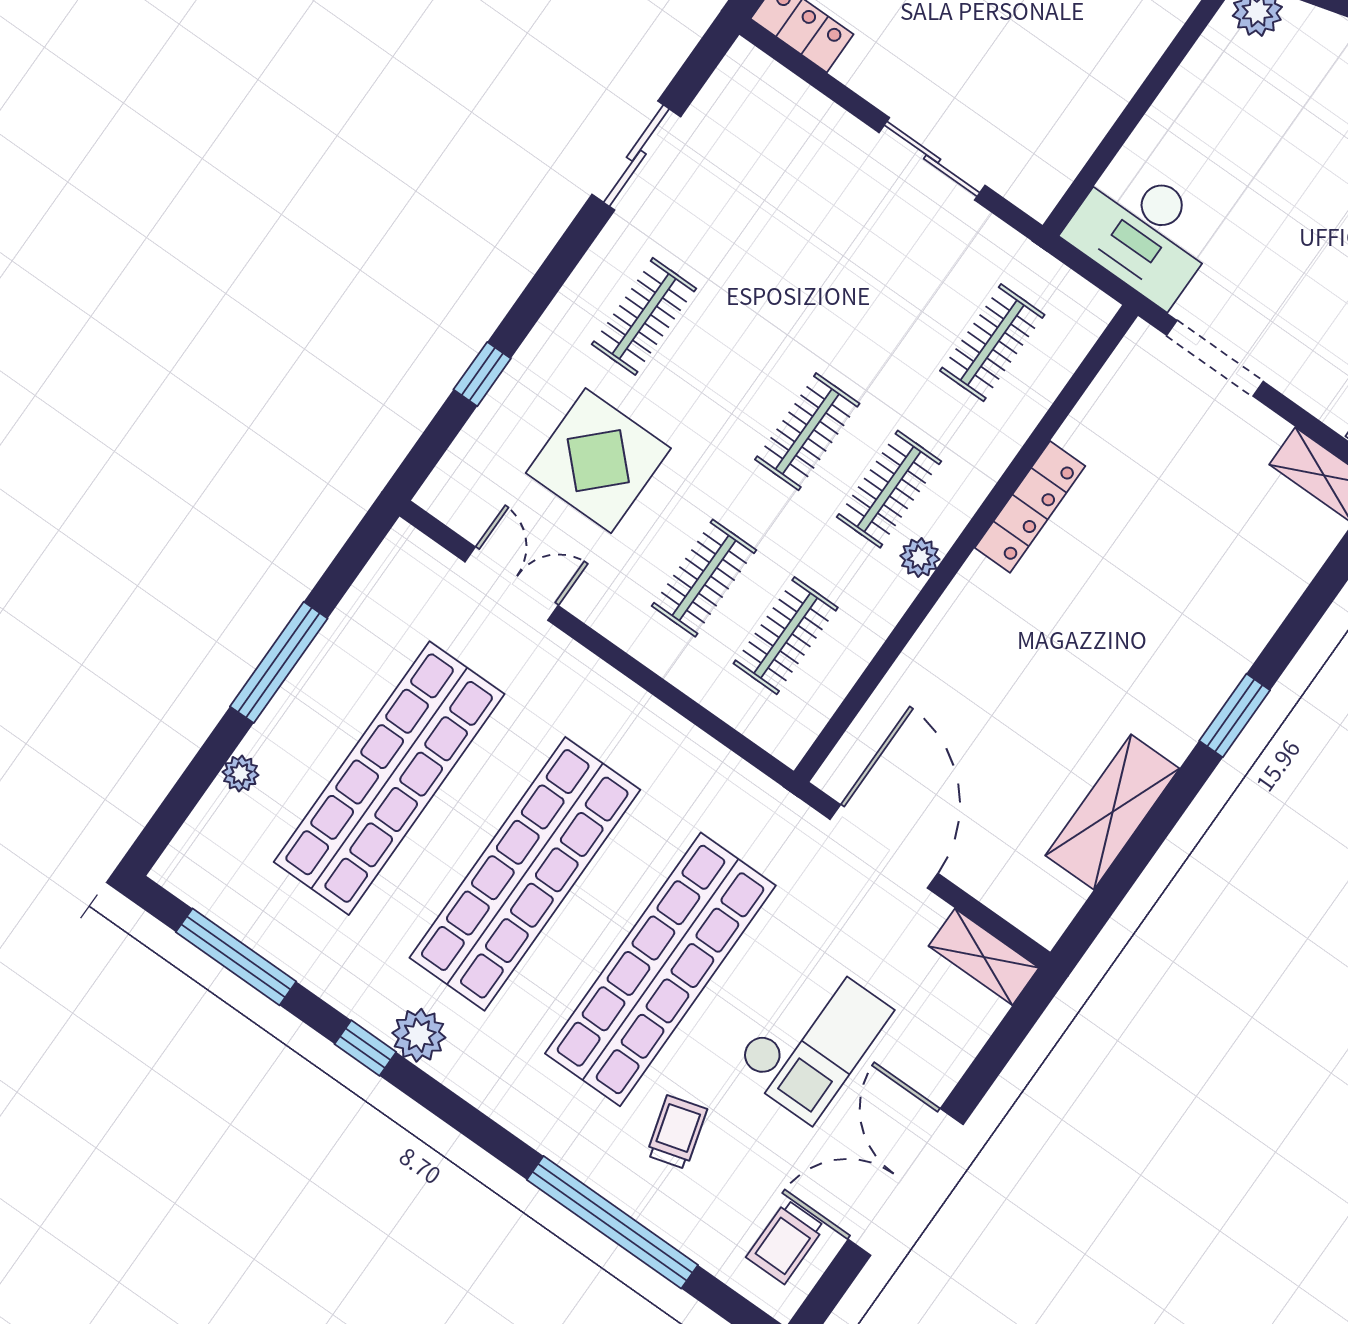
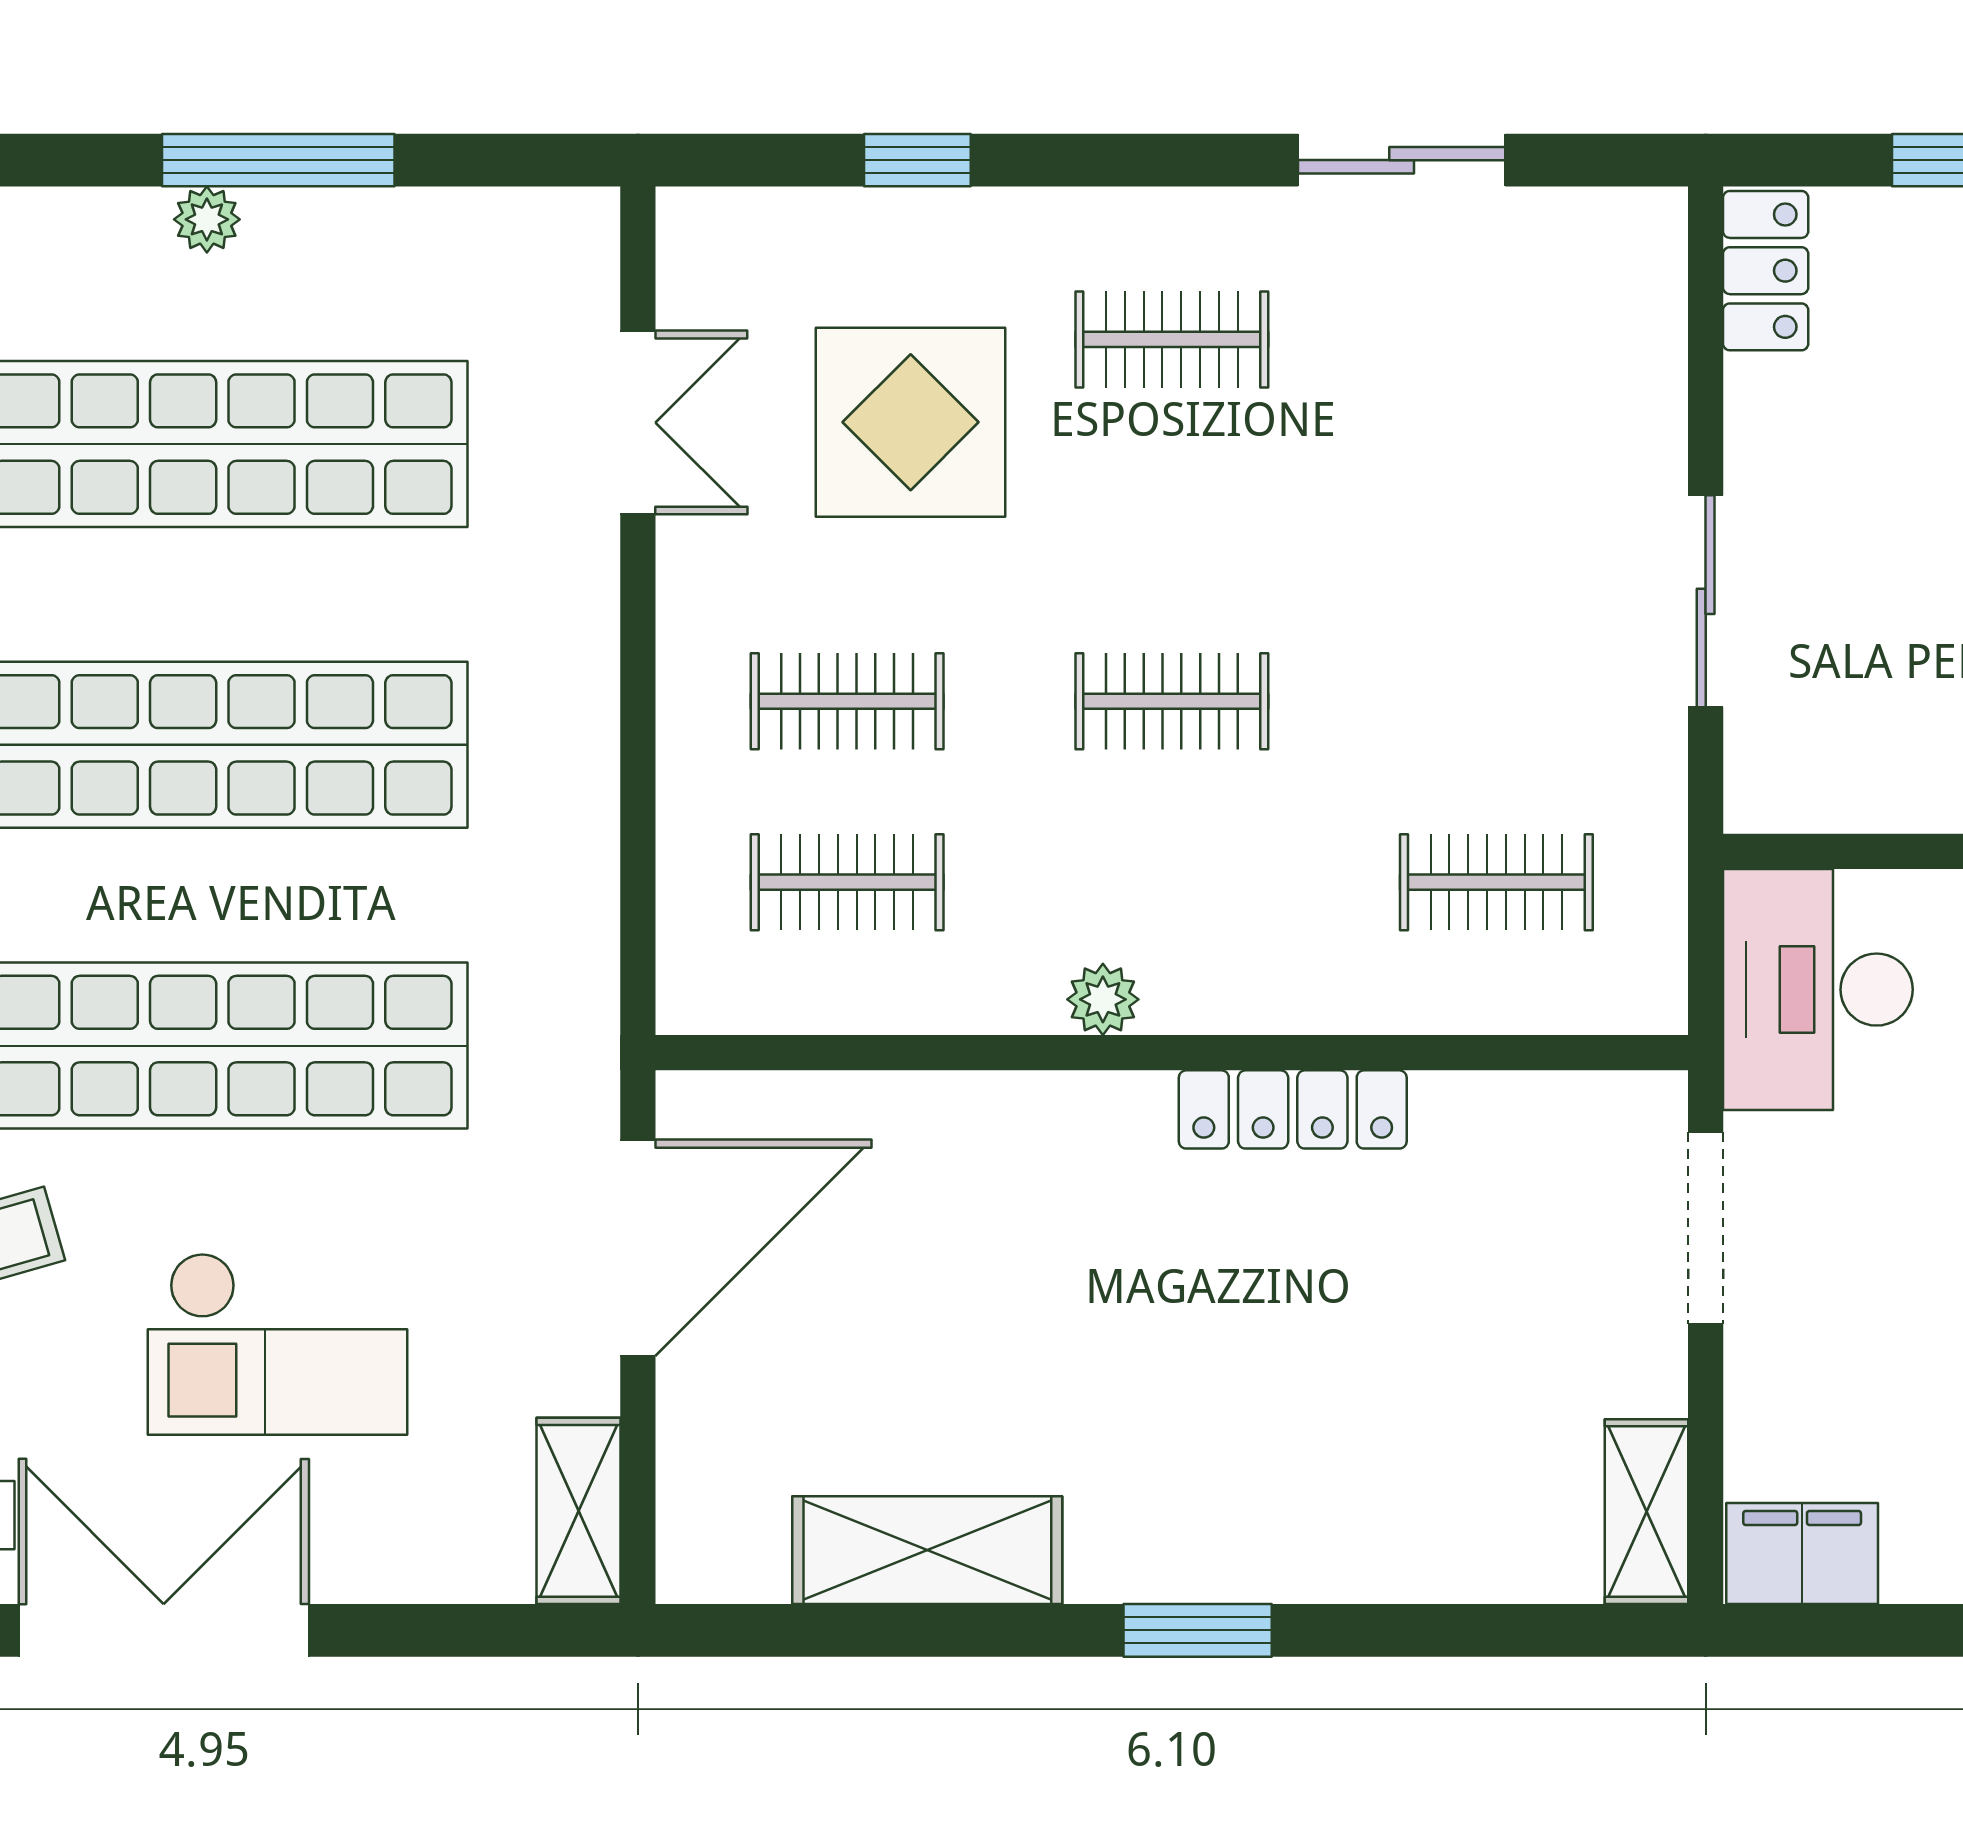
clothes rail: (889, 489) -> (1172, 882), removed
plant: (240, 774) -> (207, 219), moved

